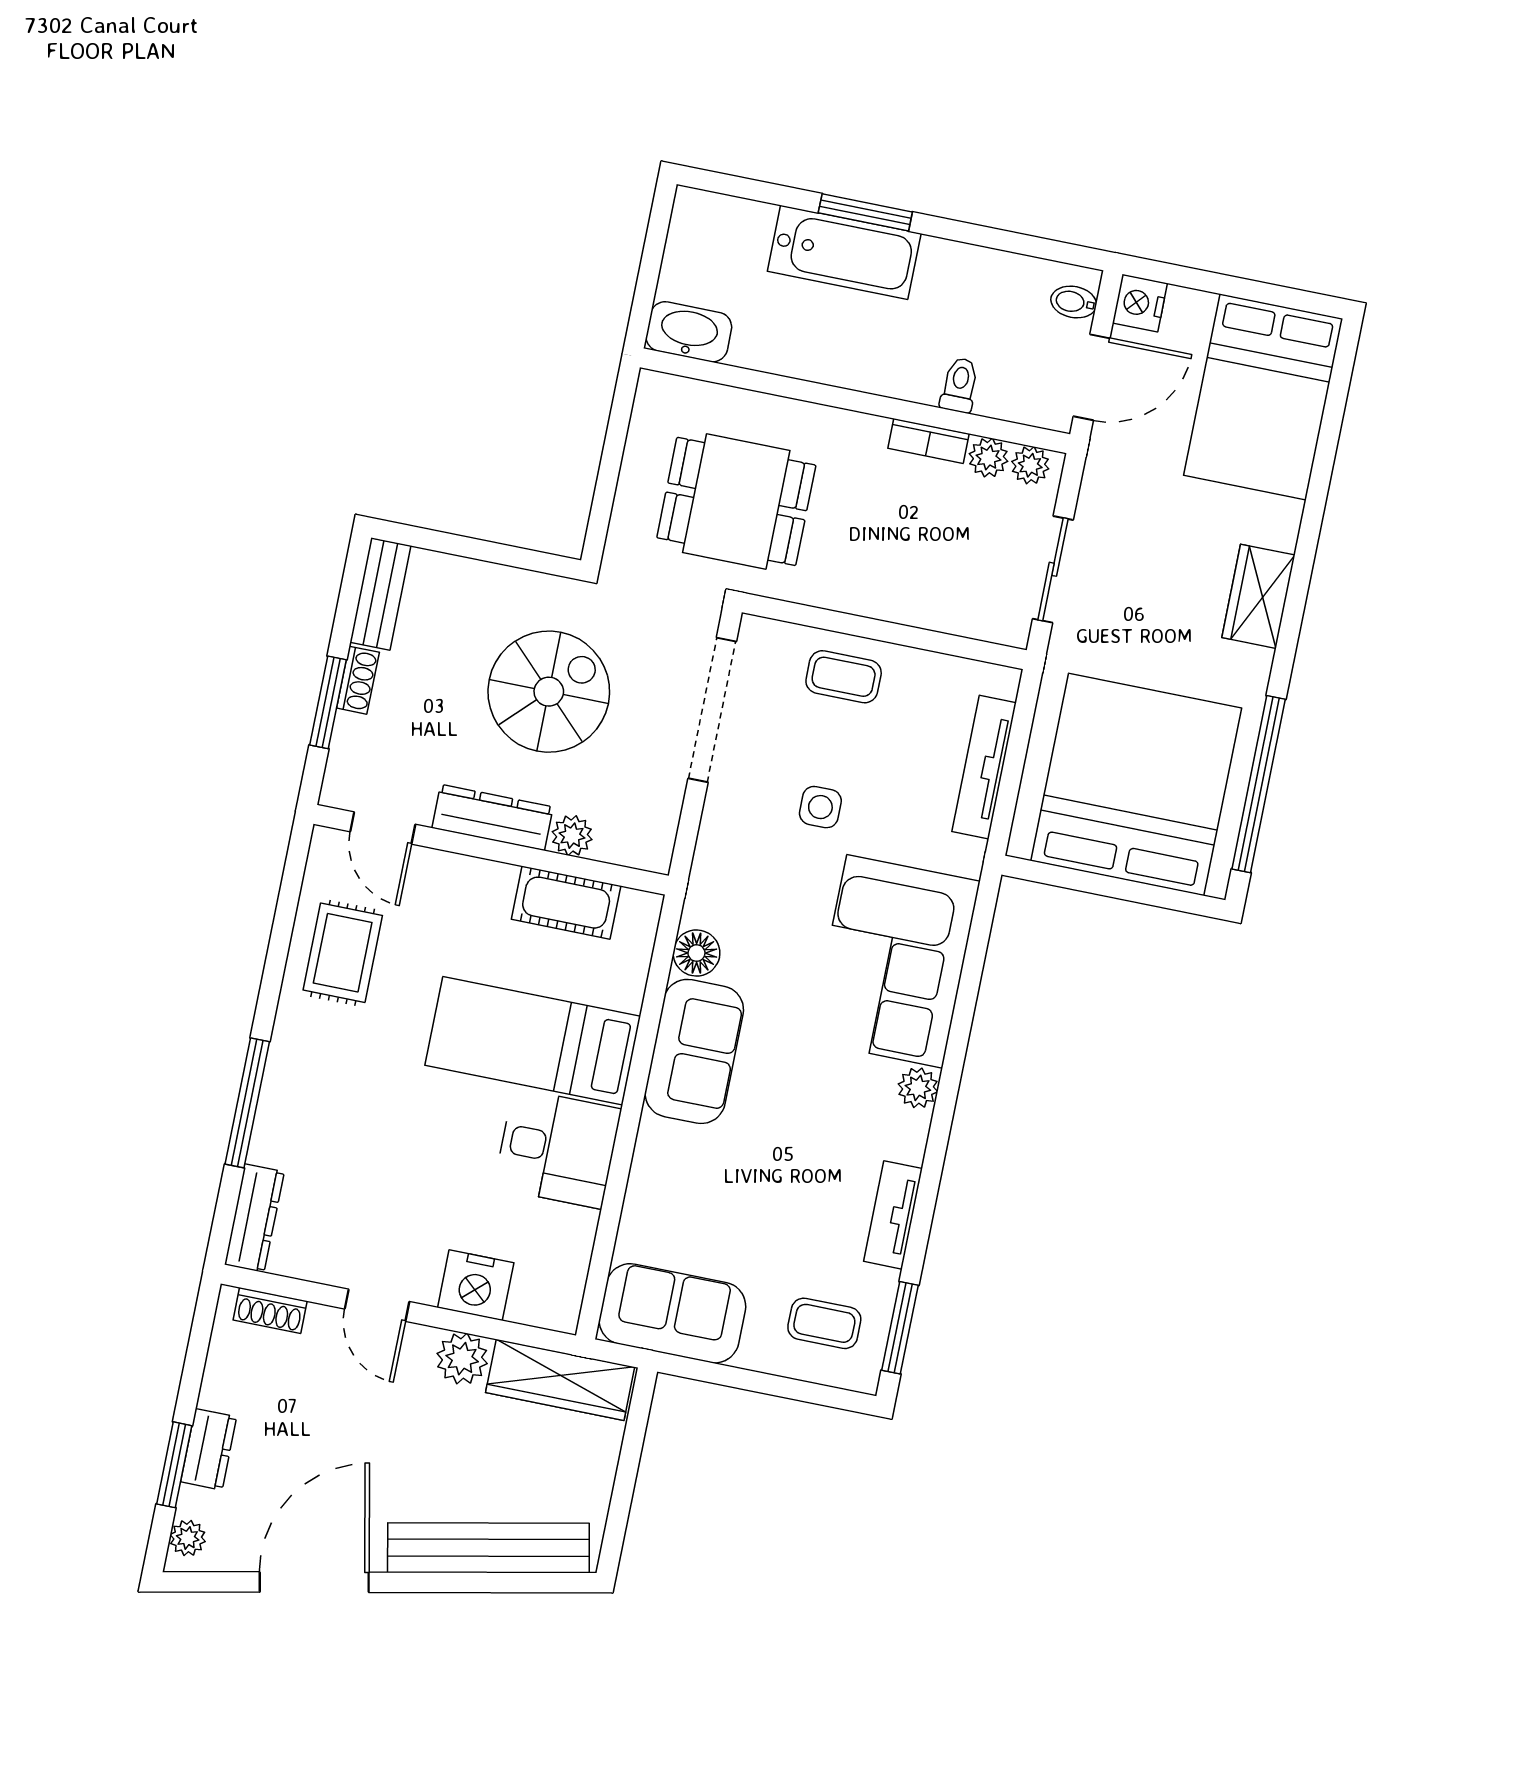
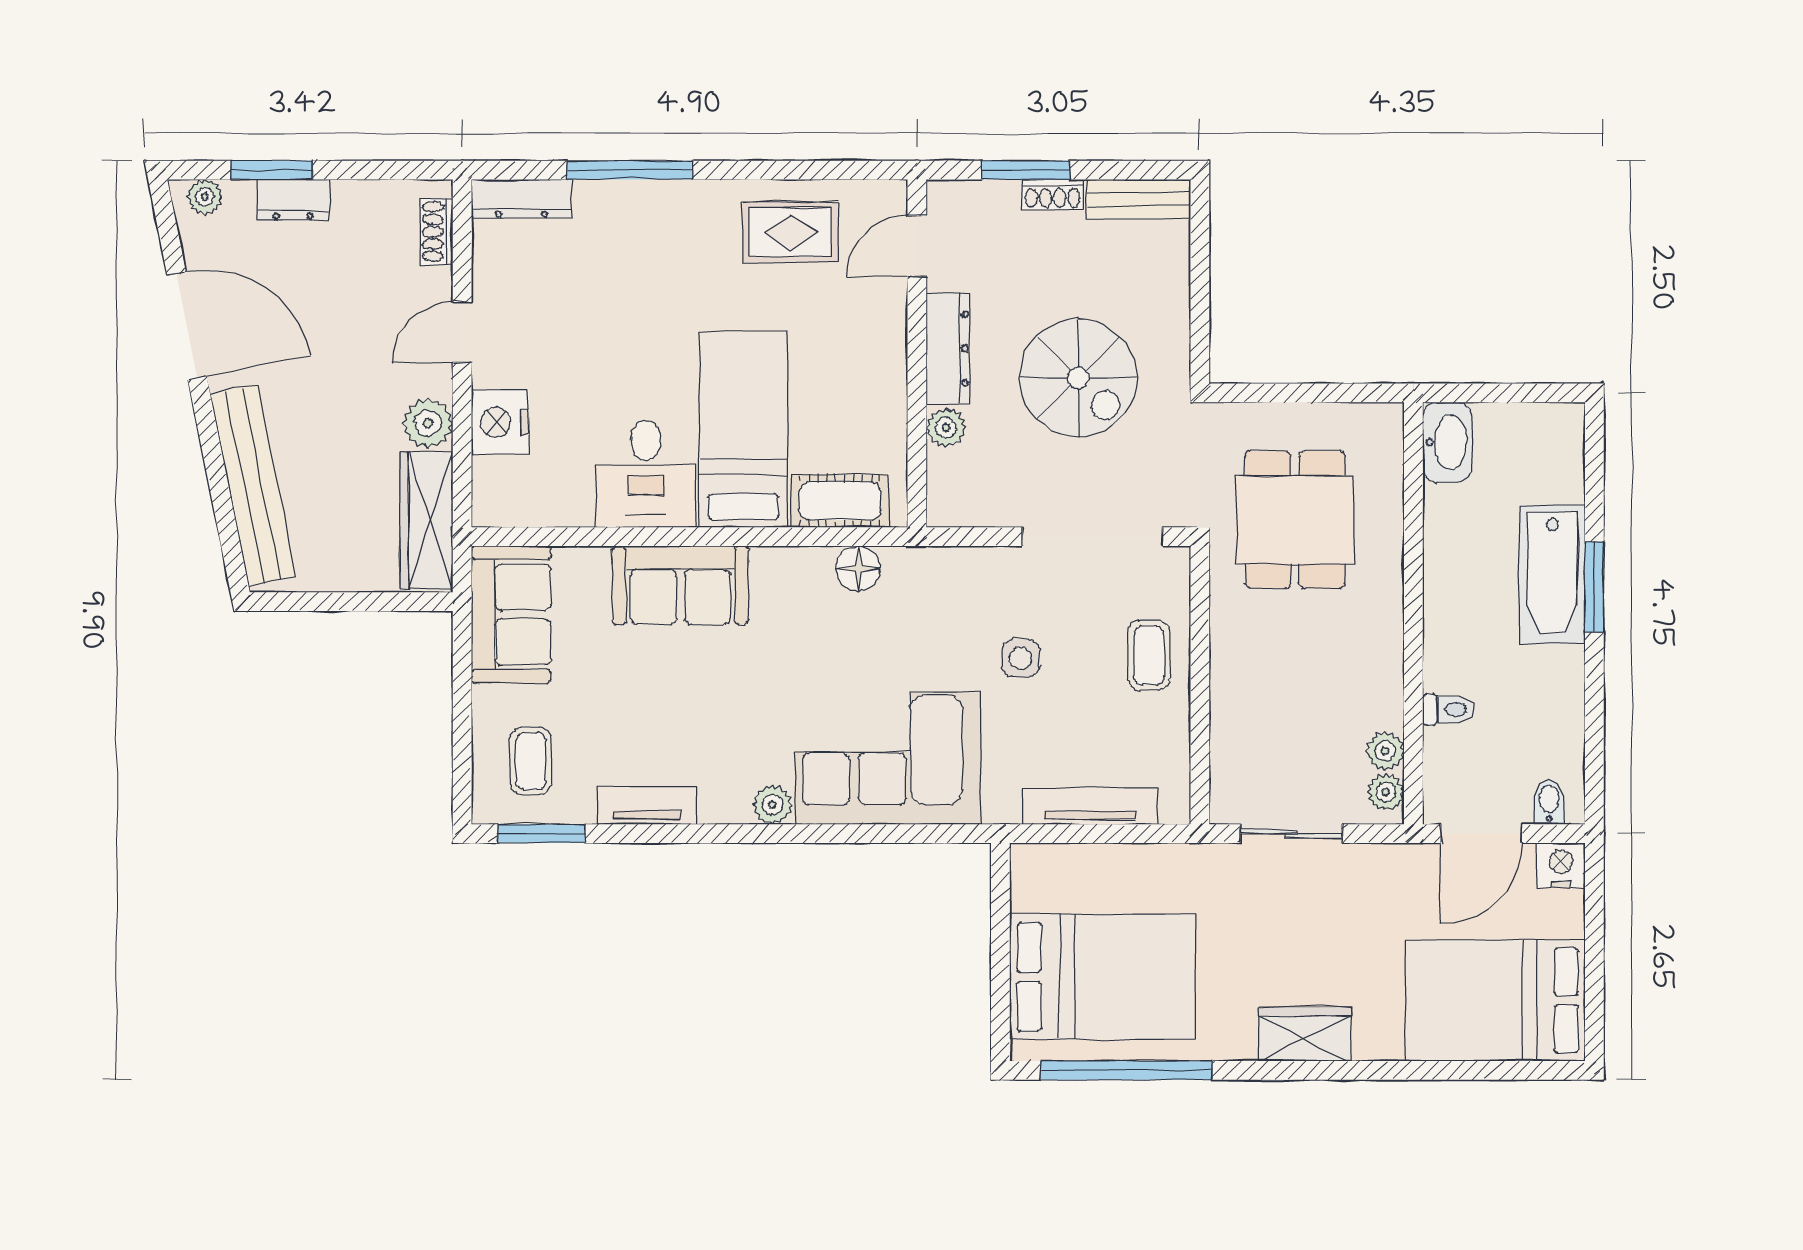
door: (1092, 377) -> (1481, 834), hinge flipped
bookcase: (928, 441) -> (1389, 691), removed
bed: (1136, 784) -> (1103, 977), width x0.73
cot: (566, 903) -> (840, 501), moved, turned 90
sofa: (694, 1051) -> (681, 585), moved

